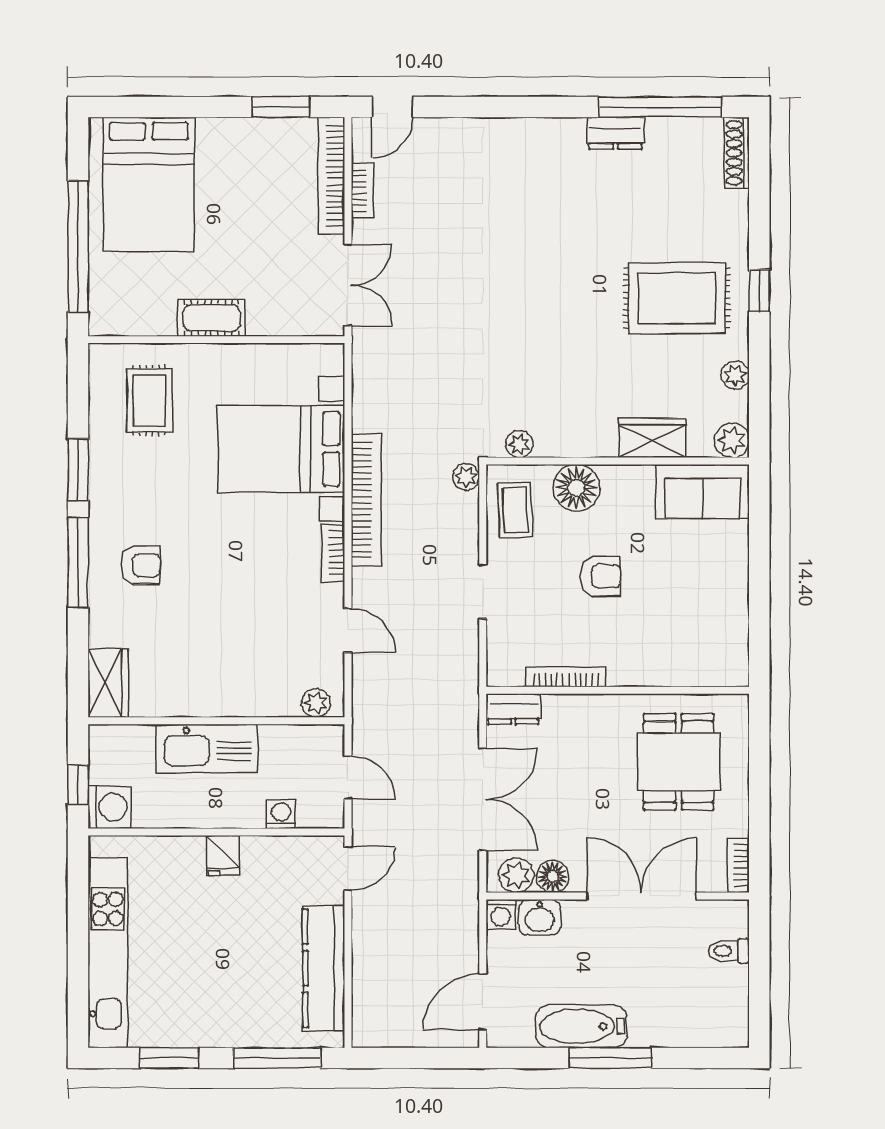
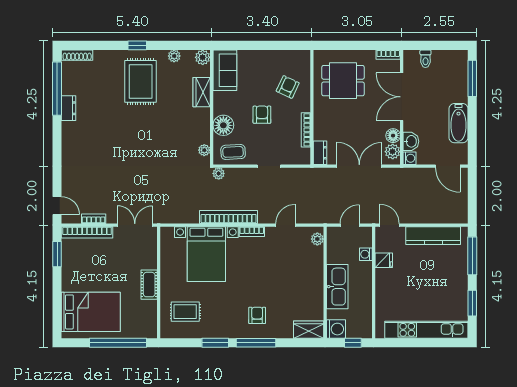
armchair: (664, 635) -> (288, 87), added
washing machine: (110, 807) -> (336, 329), moved, turned 90
fridge: (223, 855) -> (384, 260), moved
window: (610, 1058) -> (472, 78), moved

